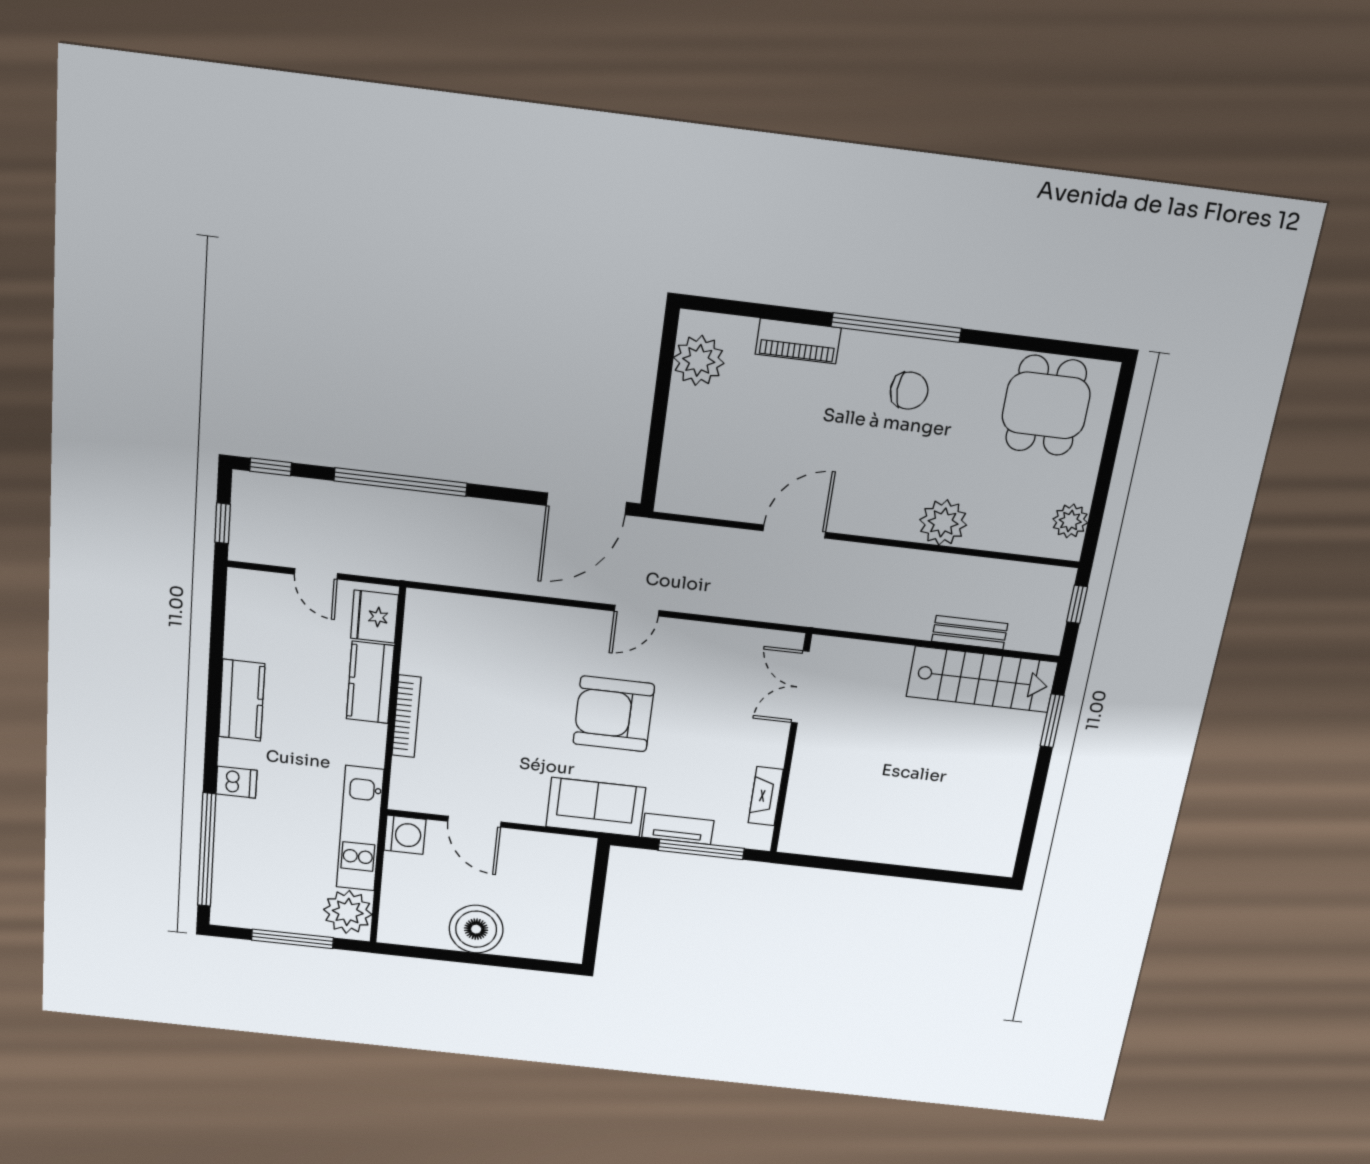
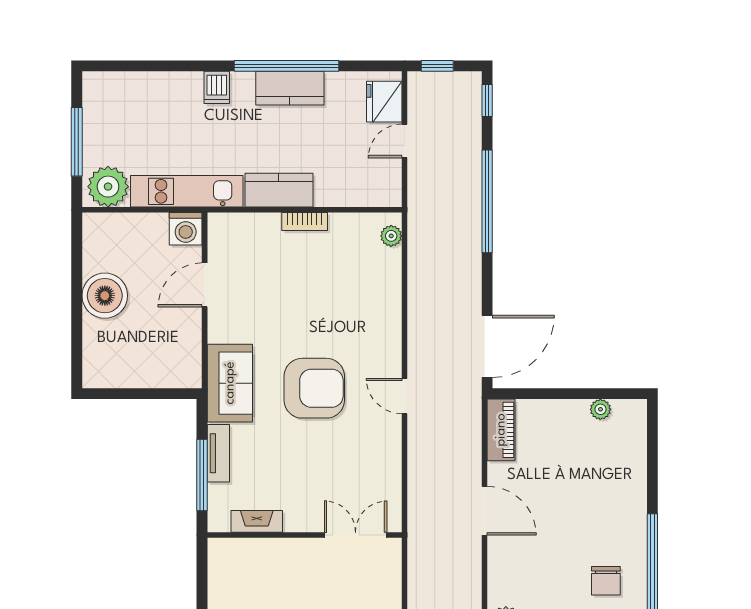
piano: (798, 341) -> (501, 430), moved, turned 180
plant: (699, 360) -> (600, 409), width x0.53, depth x0.53
door: (586, 504) -> (487, 346), swing flipped
plant: (434, 603) -> (391, 236), added
fridge: (375, 617) -> (384, 102), moved, turned -90
kitchen counter: (370, 682) -> (279, 190), moved
armchair: (614, 714) -> (314, 388), turned 90
bookcase: (406, 716) -> (305, 221), width x0.64
window: (207, 850) -> (287, 66), moved

